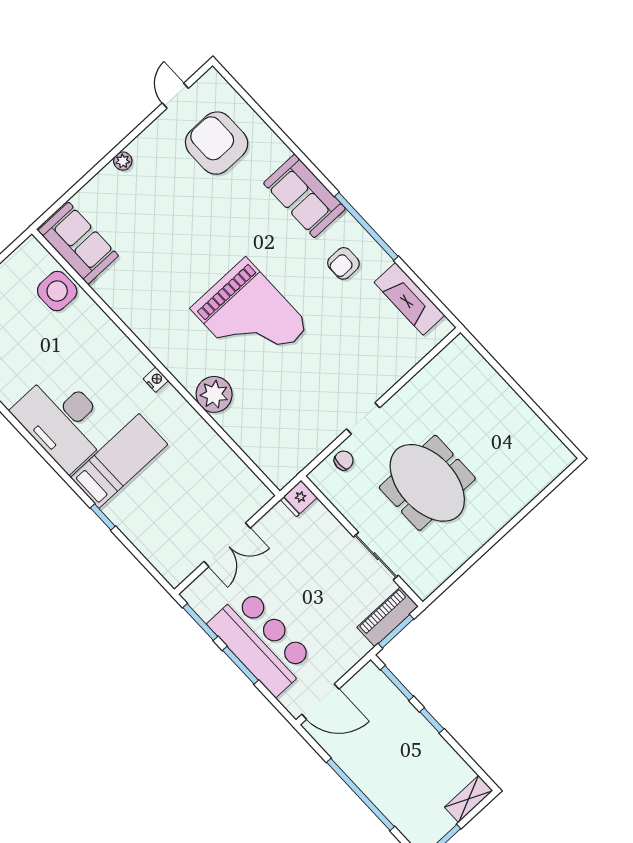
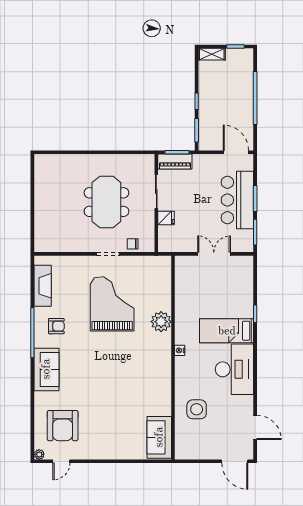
plant: (123, 161) -> (39, 454), moved
side table: (57, 291) -> (197, 409), moved
grand piano: (250, 317) -> (112, 304), moved
fridge: (299, 498) -> (166, 218), moved

